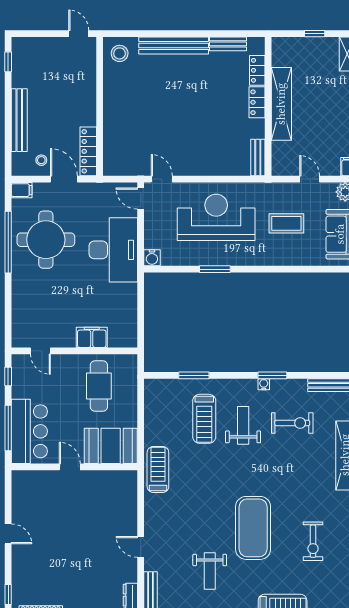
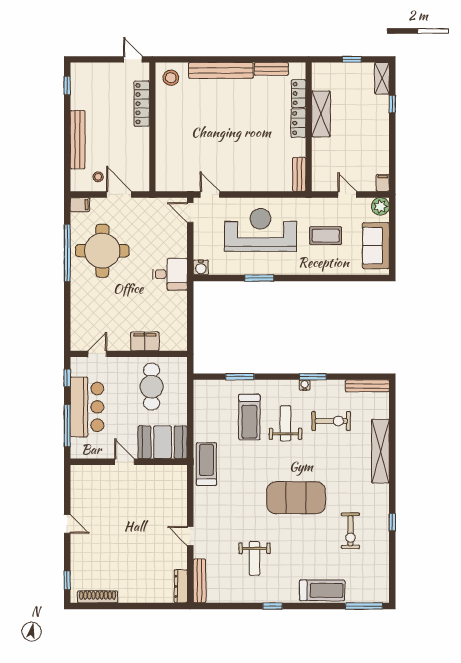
shelving: (281, 104) -> (321, 114), width x0.68
locker: (88, 151) -> (142, 104), moved
desk: (113, 250) -> (170, 274), width x0.53, depth x0.77
door: (40, 351) -> (97, 354), swing flipped
bar counter: (29, 431) -> (87, 407), moved
exercise mat: (253, 528) -> (296, 498), moved, turned 90

